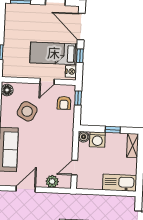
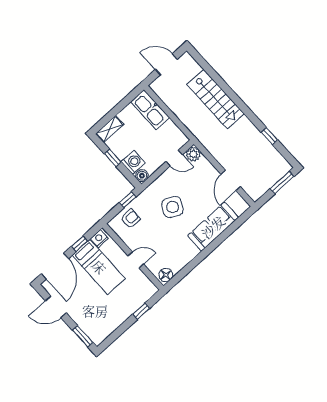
door: (47, 81) -> (136, 260), moved
window: (78, 98) -> (128, 200), moved
side table: (27, 111) -> (173, 207), moved
plant: (52, 181) -> (193, 154), moved
door: (26, 189) -> (231, 180), hinge flipped

